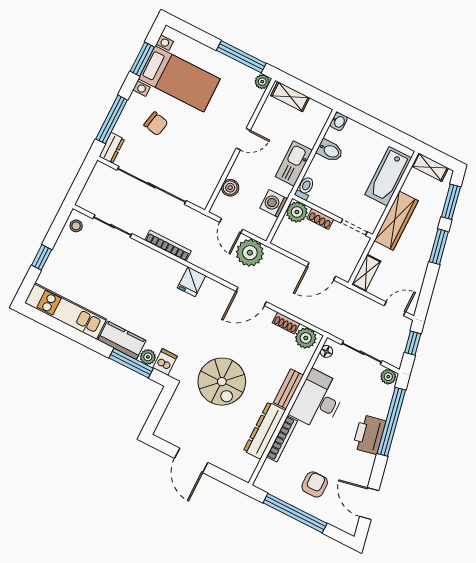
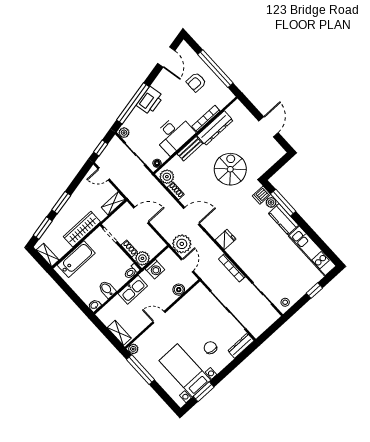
window: (112, 119) -> (237, 361), removed
dresser: (112, 148) -> (241, 346), width x1.44

